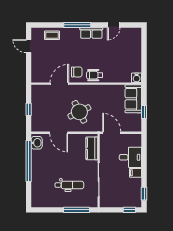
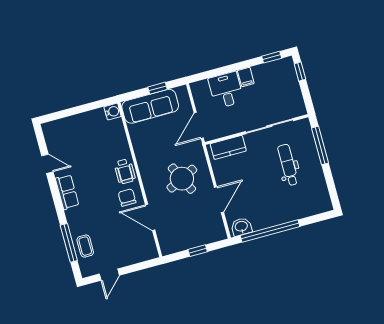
window: (77, 25) -> (69, 243), moved
sofa: (133, 99) -> (150, 106), width x1.36

